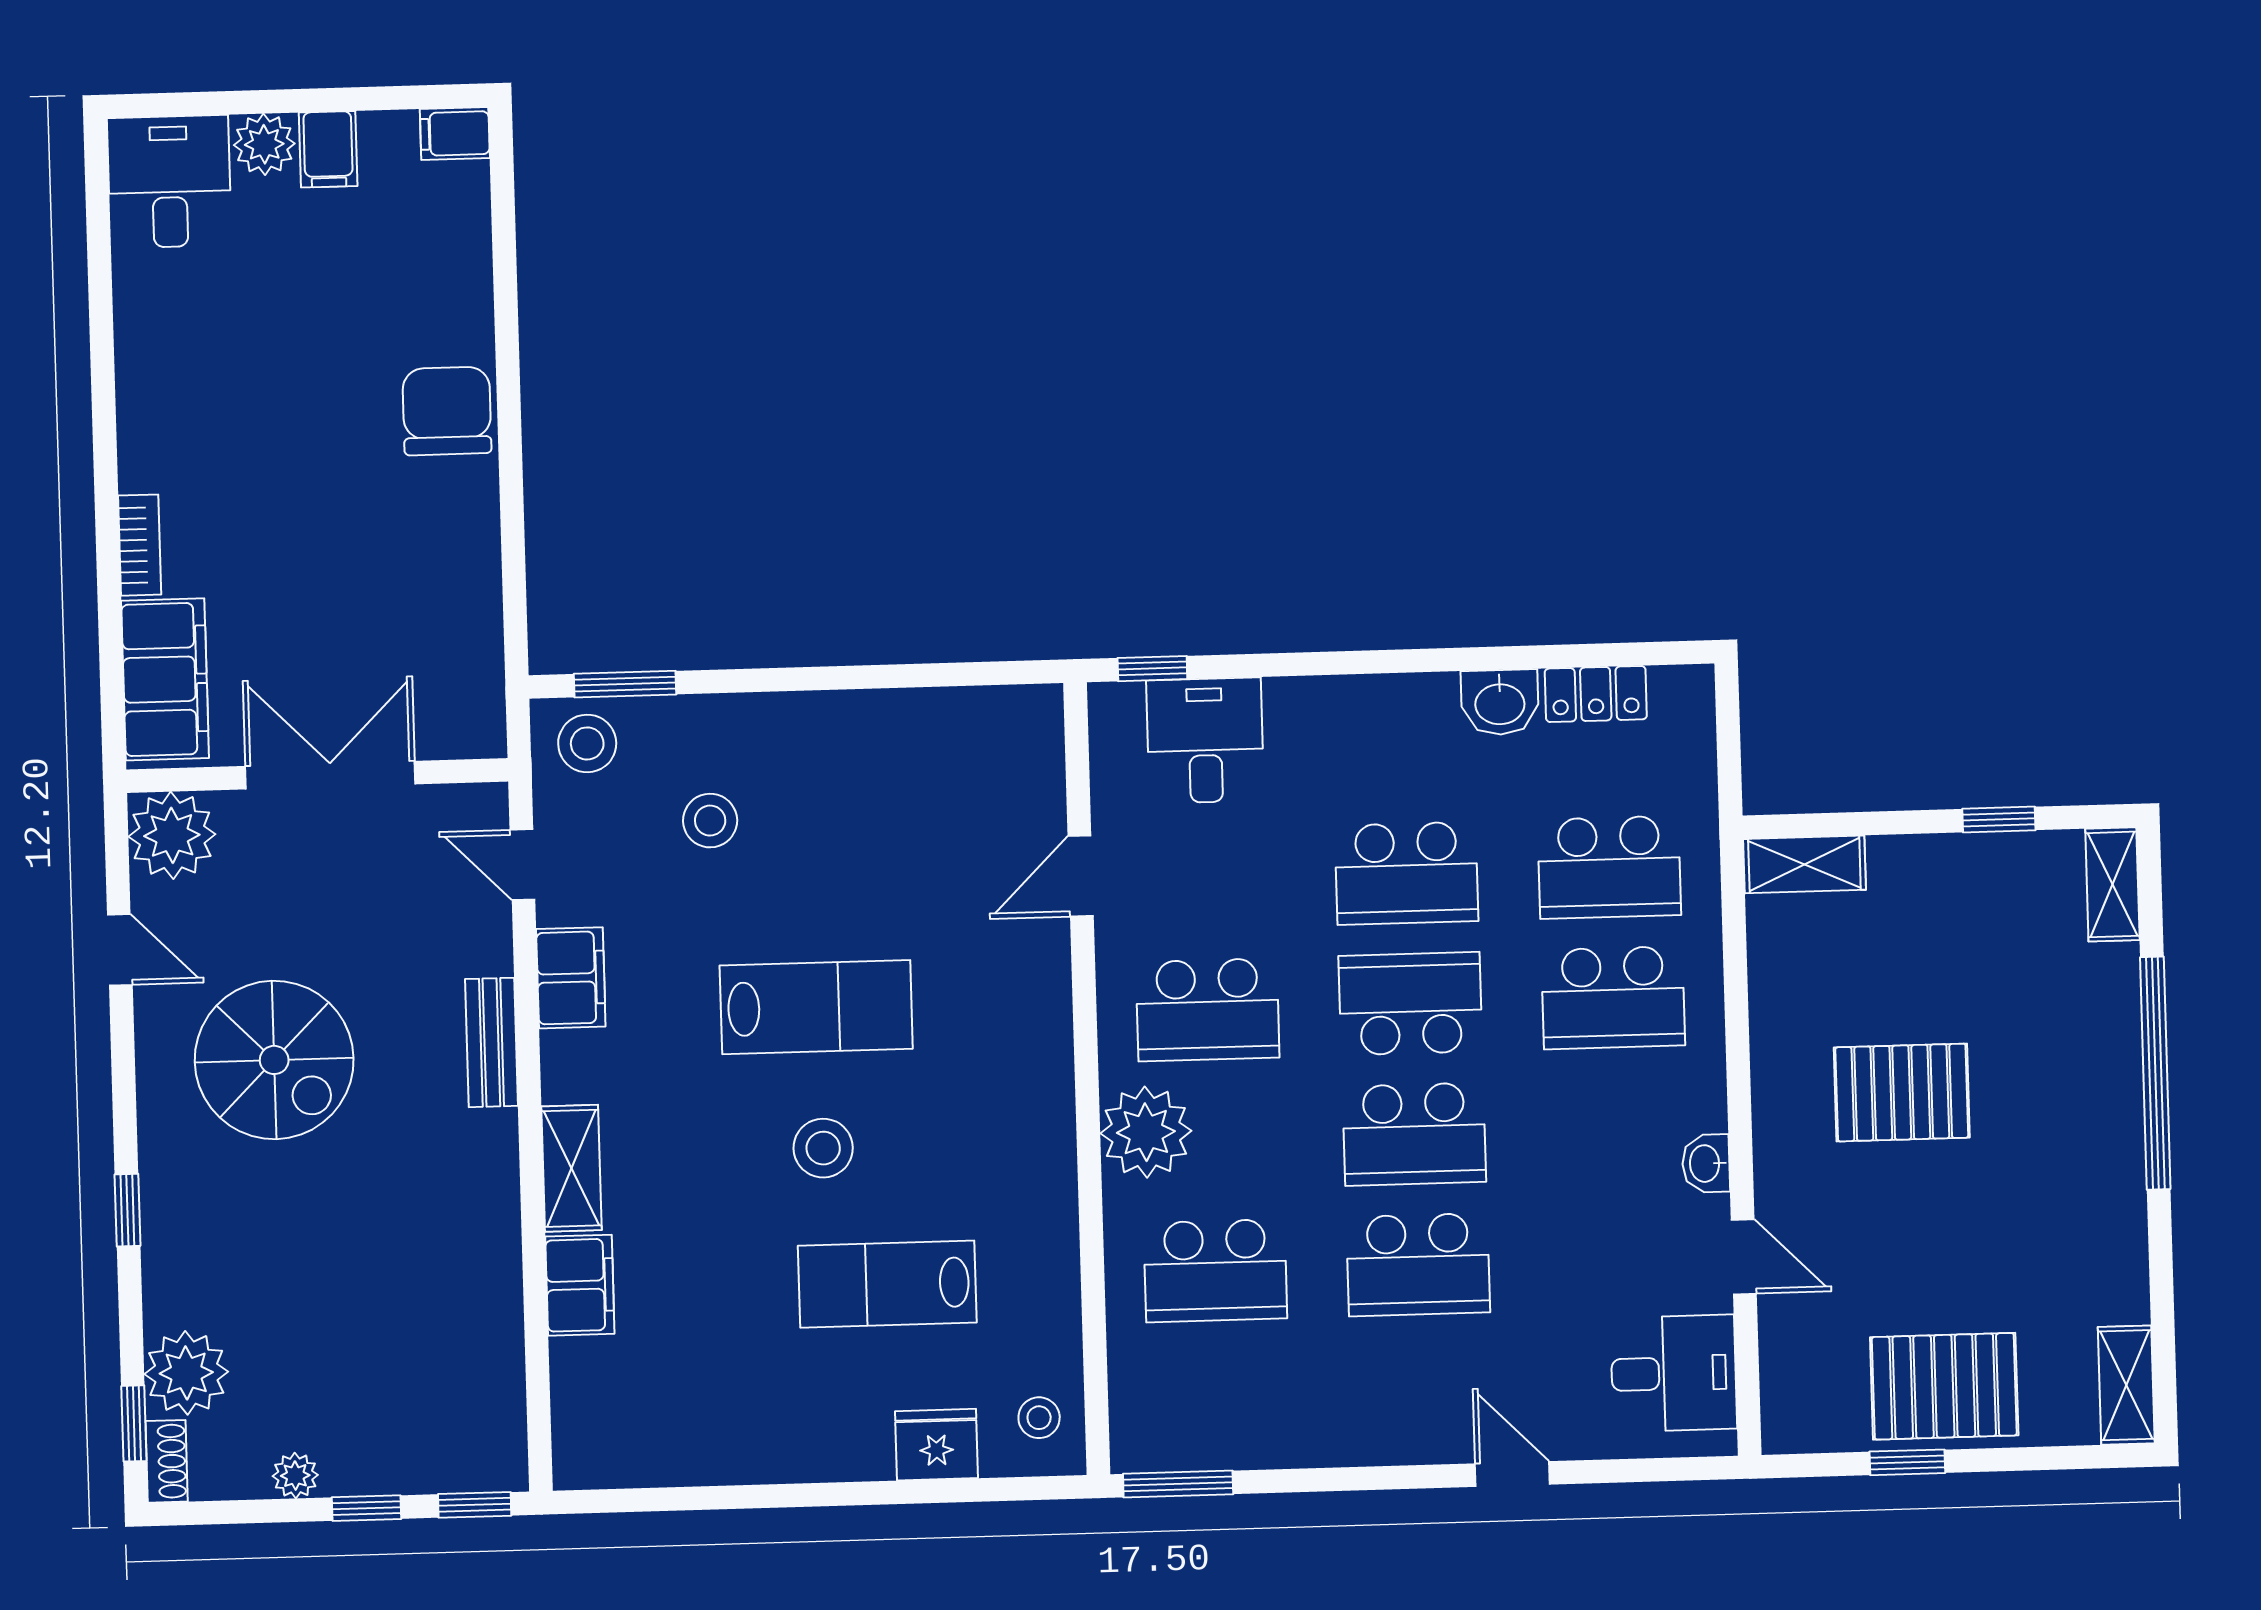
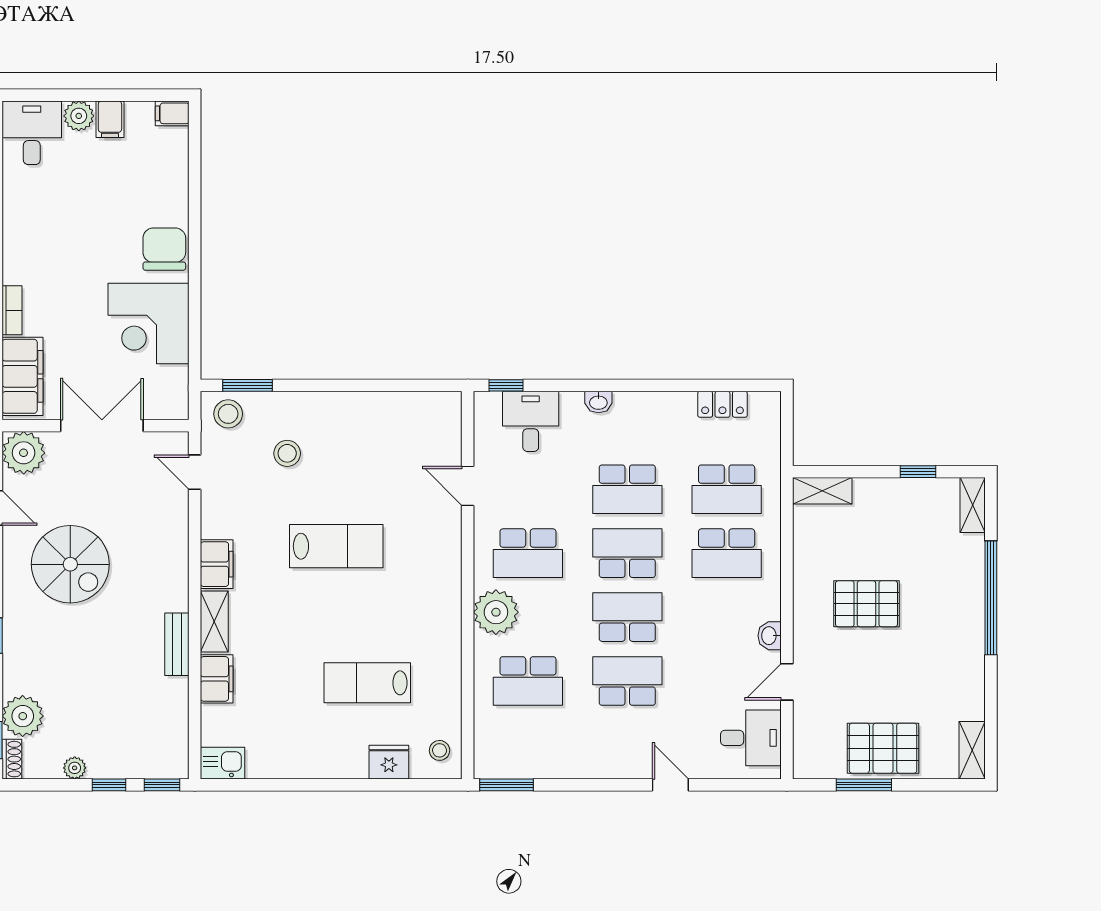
corner desk: (419, 564) -> (149, 324), added
washbasin: (1500, 702) -> (598, 402), moved, width x0.72, depth x0.69
door: (1081, 876) -> (468, 486), hinge flipped
filing cabinet: (571, 978) -> (217, 564), moved
bench: (491, 1042) -> (177, 644), moved
school desk: (1414, 1134) -> (627, 617), turned 180
stool: (823, 1148) -> (338, 615), removed
door: (1744, 1257) -> (787, 682), swing flipped
school desk: (1418, 1265) -> (627, 681), turned 180
kitchen sink: (597, 1457) -> (223, 763), added
window: (1907, 1462) -> (864, 785), width x1.50

